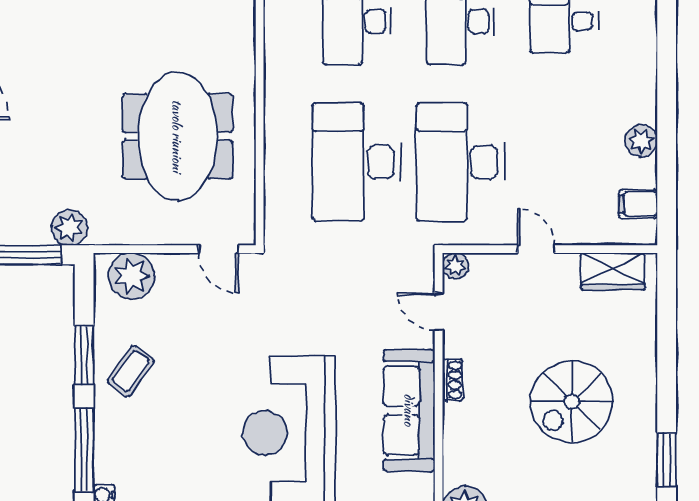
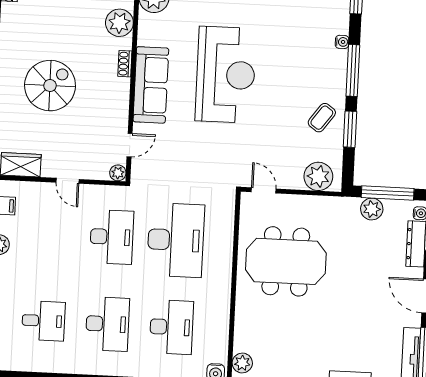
meeting table: (177, 136) -> (286, 261), turned 90
desk: (460, 162) -> (112, 237), width x0.73, depth x0.77
plant: (69, 228) -> (372, 209), moved
door: (439, 312) -> (130, 145), hinge flipped
shoe rack: (453, 380) -> (125, 64), moved

